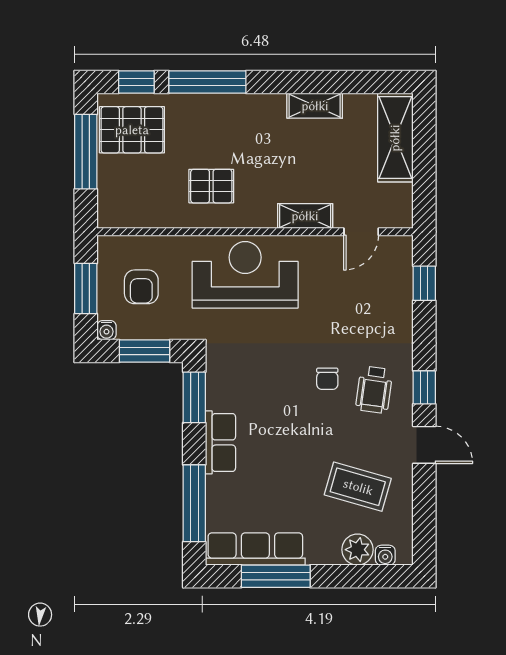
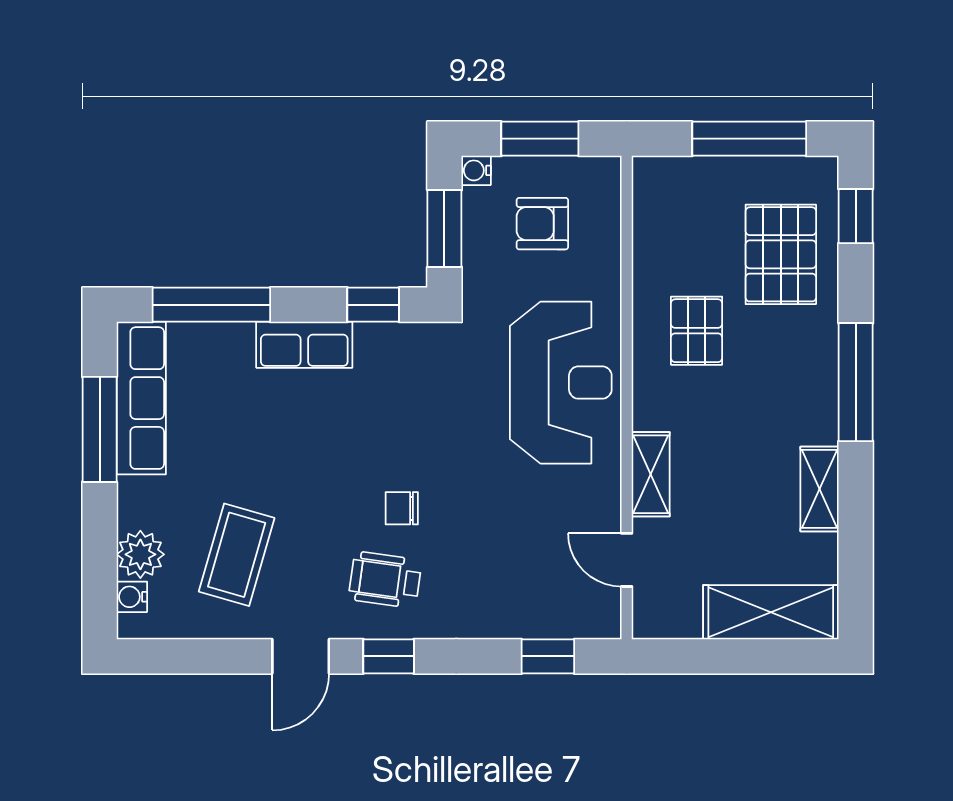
window: (207, 82) -> (856, 382), moved
pallet: (132, 130) -> (781, 254), moved
window: (194, 397) -> (373, 305), width x0.67

